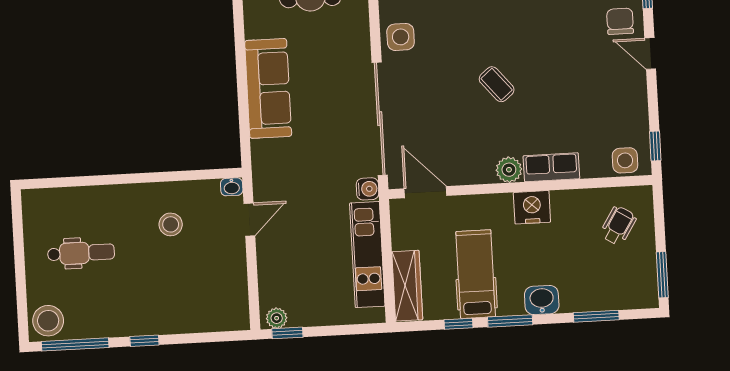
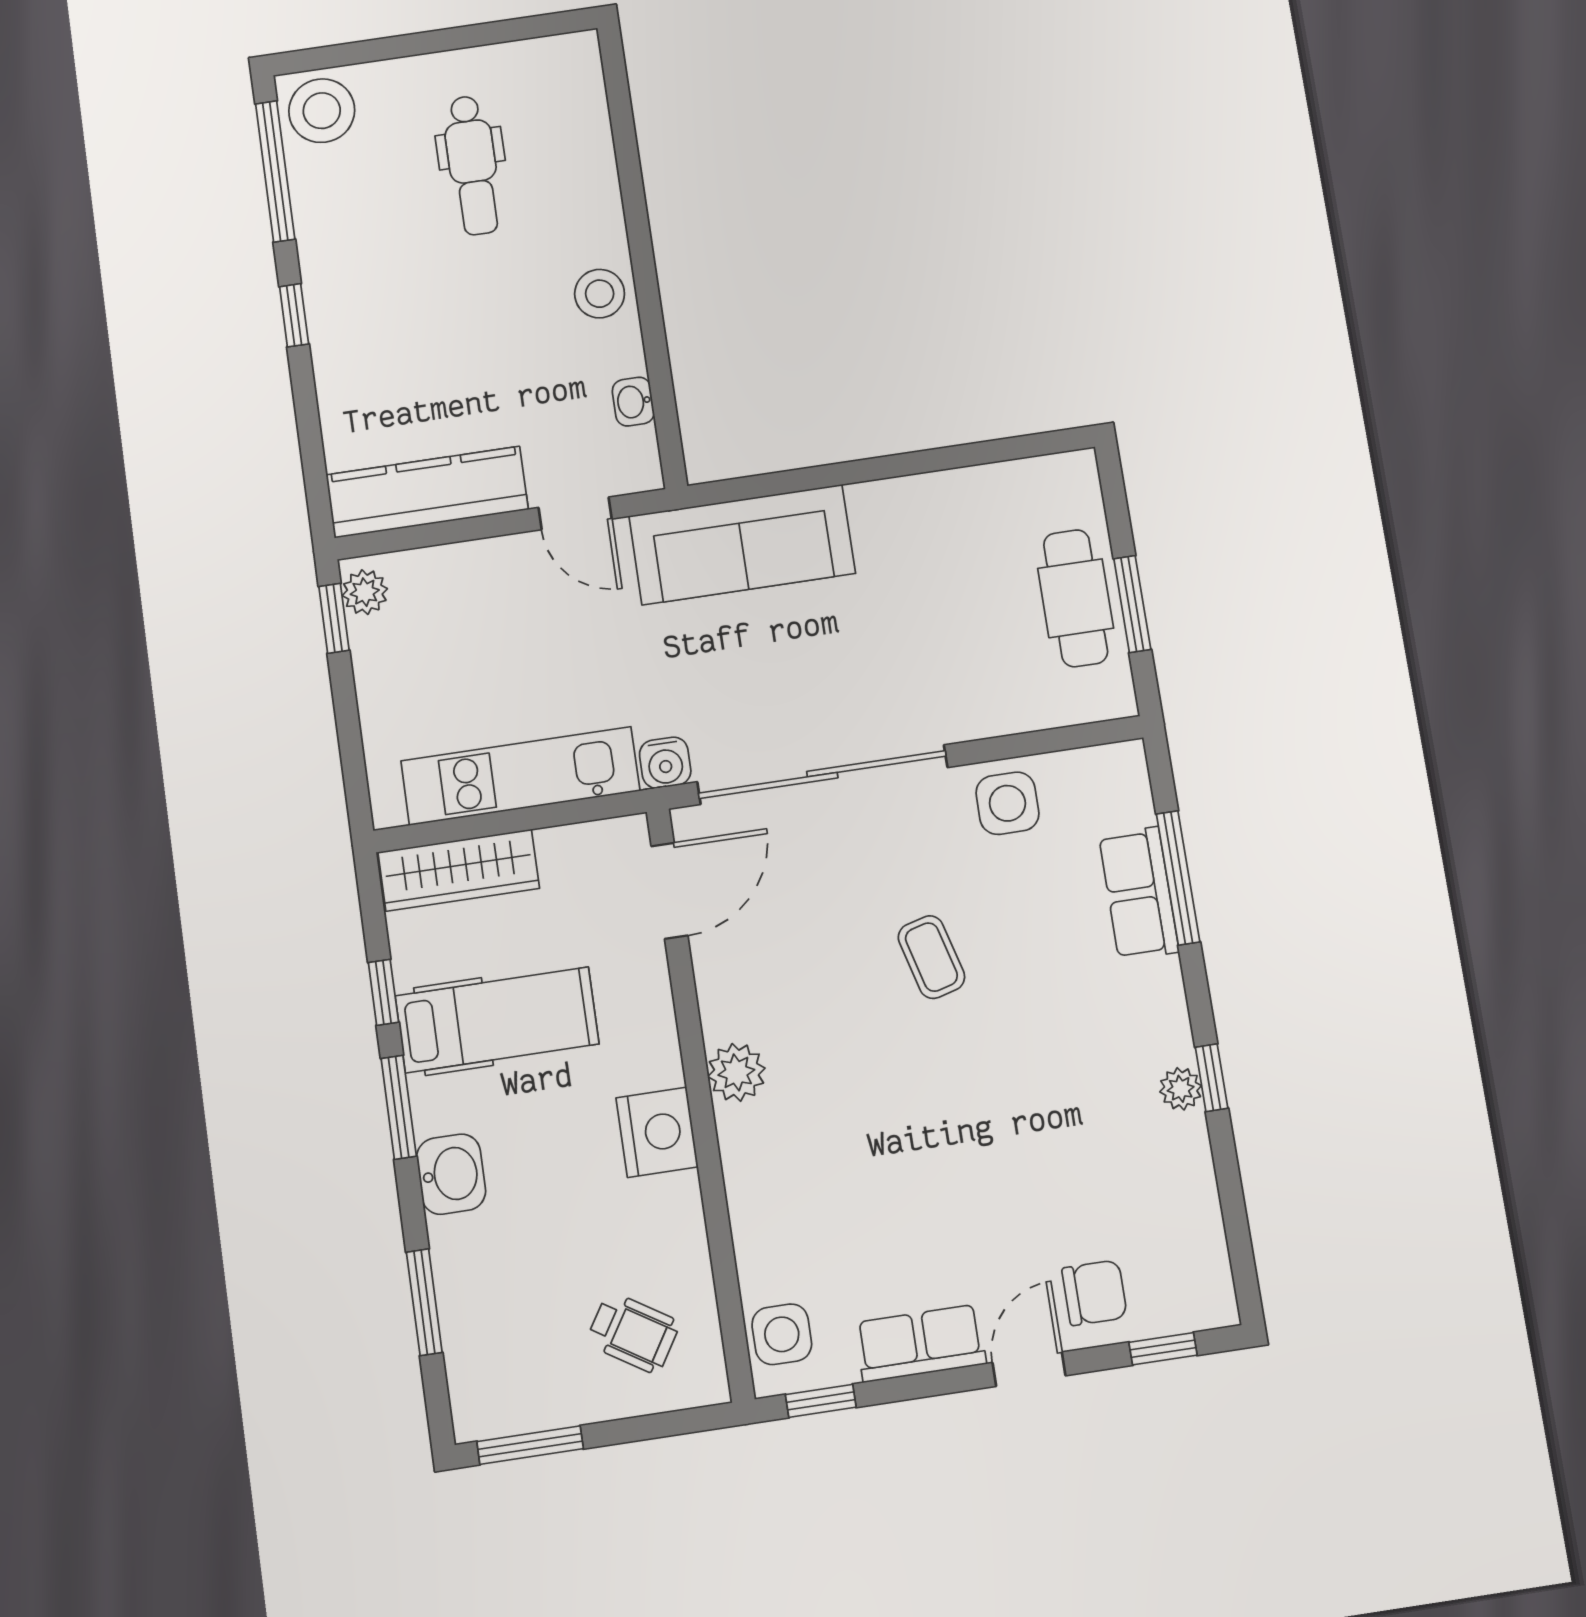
coffee table: (497, 84) -> (931, 957), moved, turned -65
sofa: (268, 88) -> (742, 545), moved
row of seats: (551, 167) -> (920, 1343), moved, turned -90
washbasin: (232, 187) -> (633, 402), moved
stool: (171, 224) -> (600, 294), moved
kitchen counter: (233, 286) -> (427, 492), added

